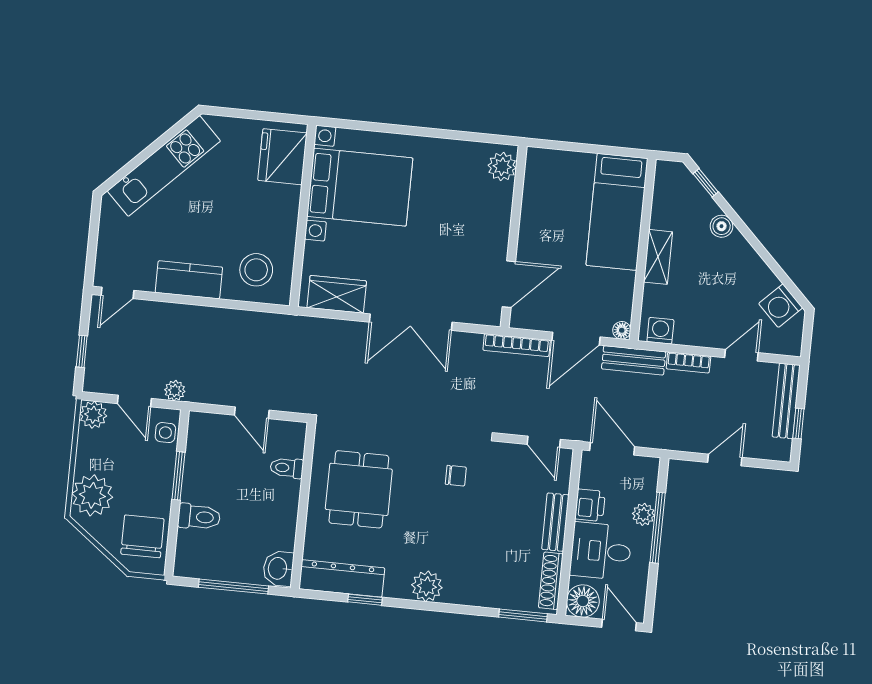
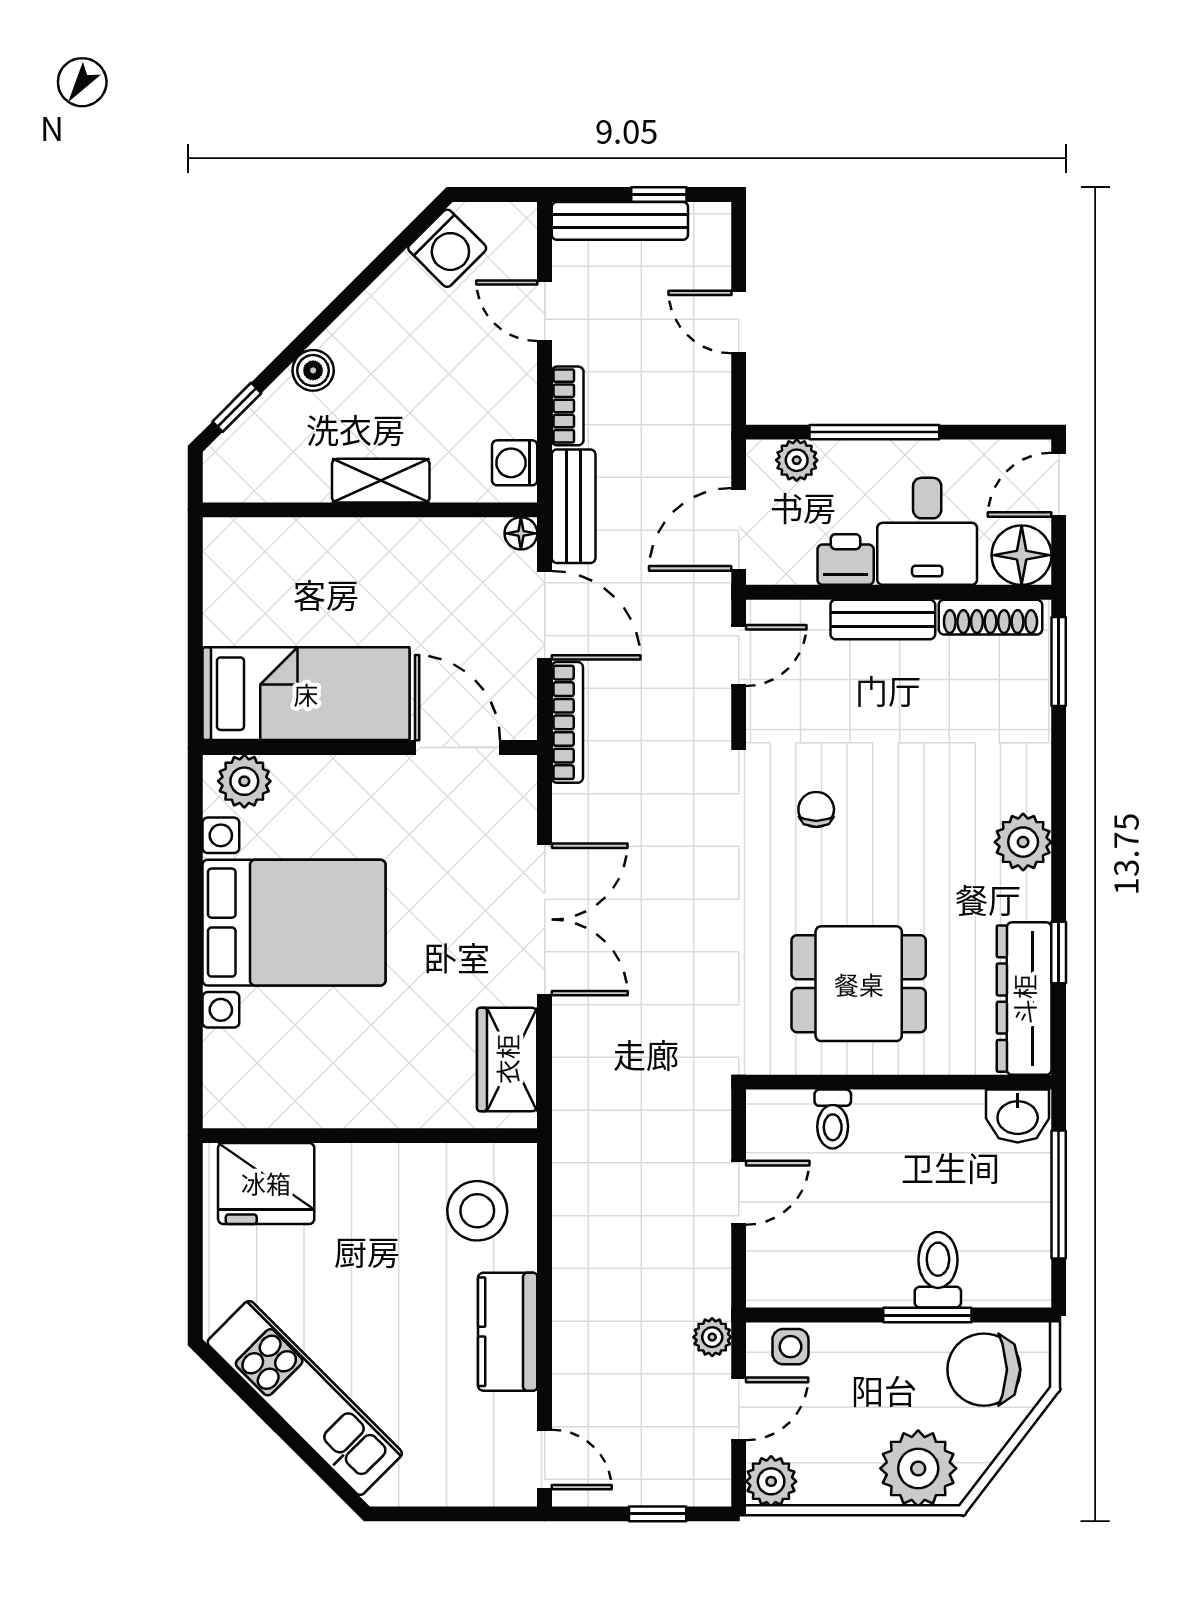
bed with nightstands: (360, 187) -> (294, 923), moved, turned 90
bed: (617, 212) -> (306, 694), moved
window: (178, 476) -> (927, 1315), moved
plant: (644, 514) -> (797, 460), moved

